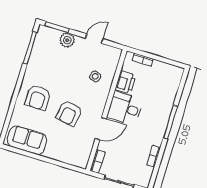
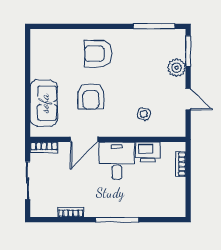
armchair: (69, 113) -> (91, 96), turned -100
door: (101, 129) -> (84, 139), hinge flipped
sofa: (27, 140) -> (44, 103), moved

